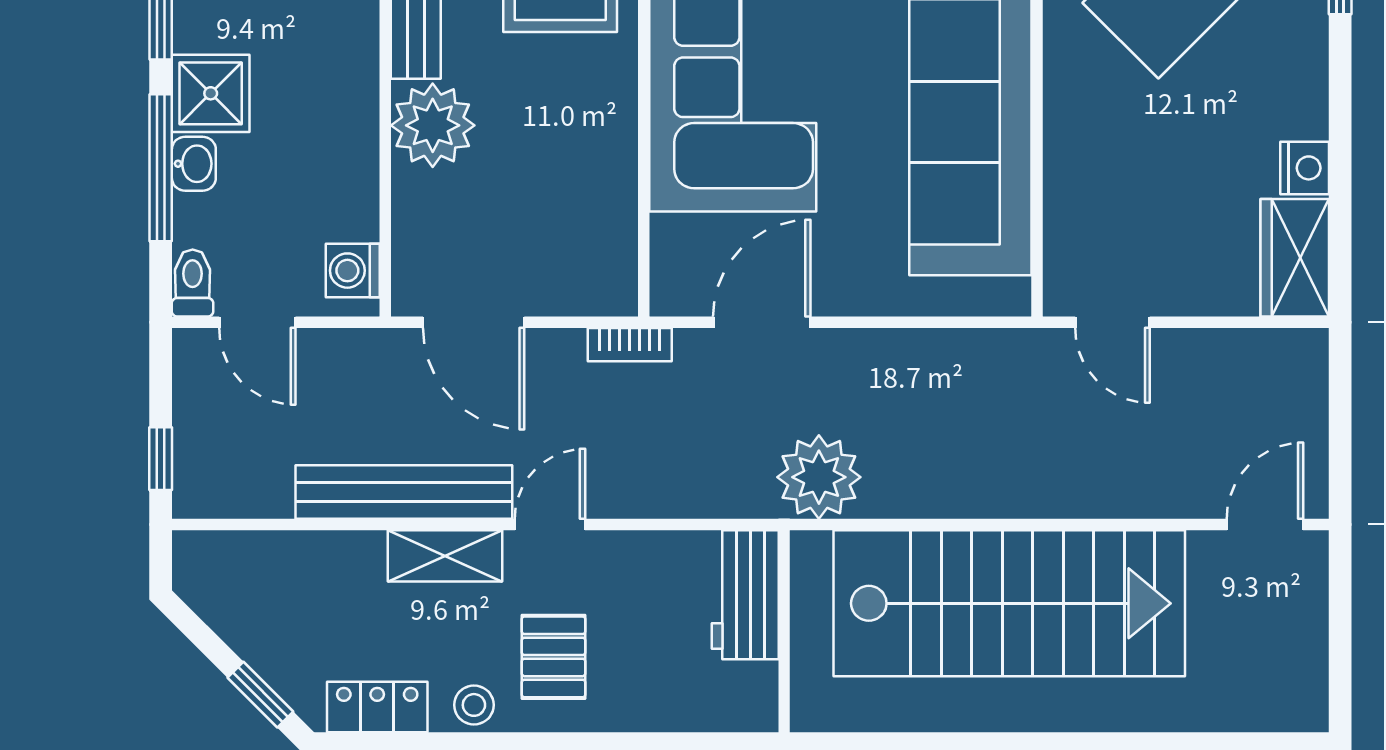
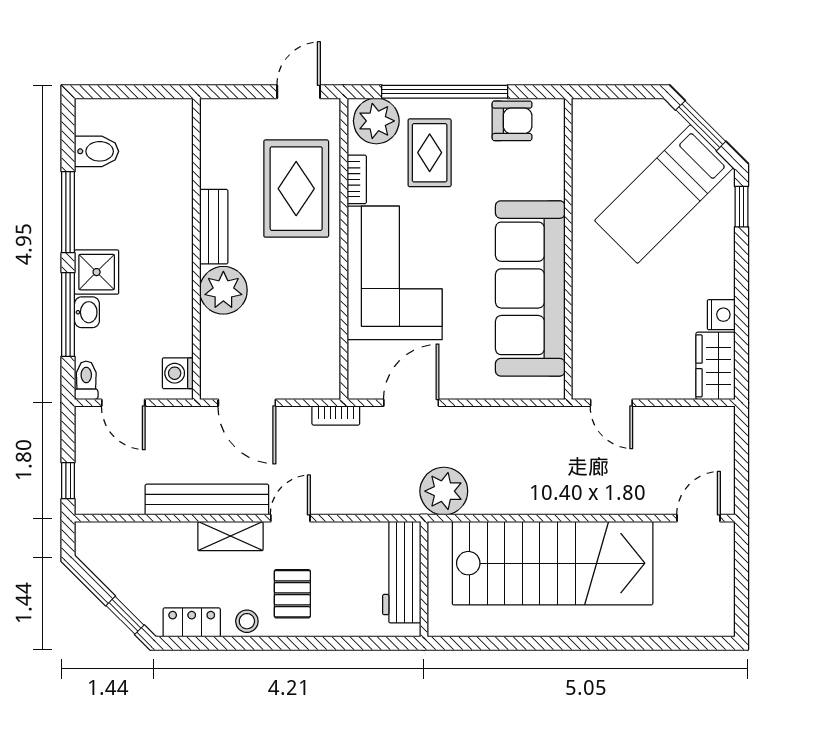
workbench: (745, 595) -> (402, 572), width x1.37

